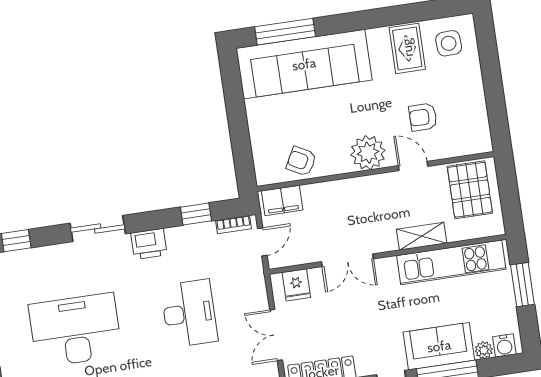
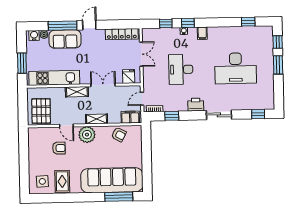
shelving: (352, 188) -> (97, 119), added
shelving: (422, 236) -> (77, 92), moved

